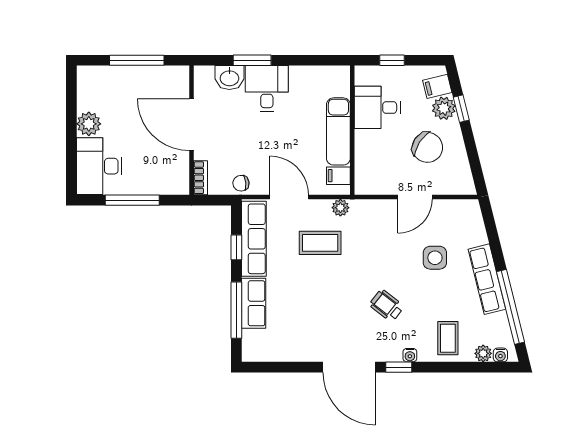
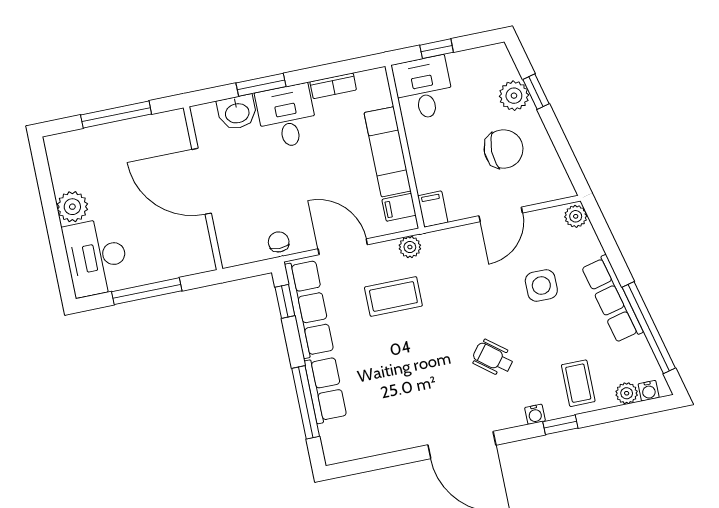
filing cabinet: (437, 86) -> (433, 209), moved, turned 104
desk: (377, 107) -> (423, 88), moved, turned 90
chair: (427, 147) -> (503, 149), turned -33
bookcase: (200, 178) -> (333, 86), moved, turned 90
chair: (241, 183) -> (279, 242), turned 96
plant: (472, 210) -> (576, 216), added
window: (236, 247) -> (285, 301), moved
window: (399, 367) -> (560, 425), moved

